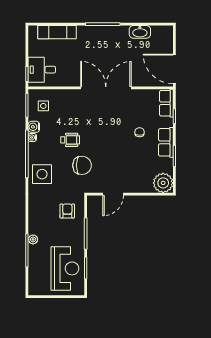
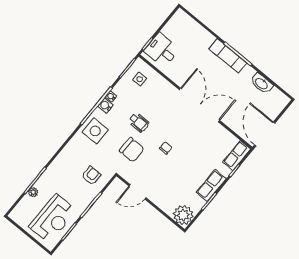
exam couch: (57, 32) -> (228, 56), moved
water cooler: (34, 127) -> (105, 106), moved
chair: (140, 132) -> (166, 148), moved
plant: (33, 239) -> (33, 192), moved

